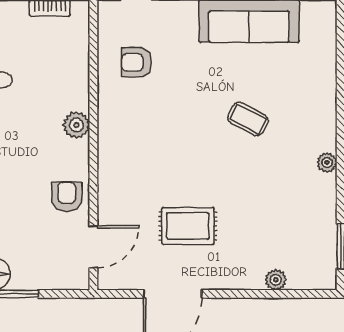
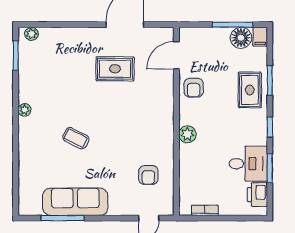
armchair: (137, 62) -> (148, 175), turned 90
plant: (276, 280) -> (31, 34), moved

